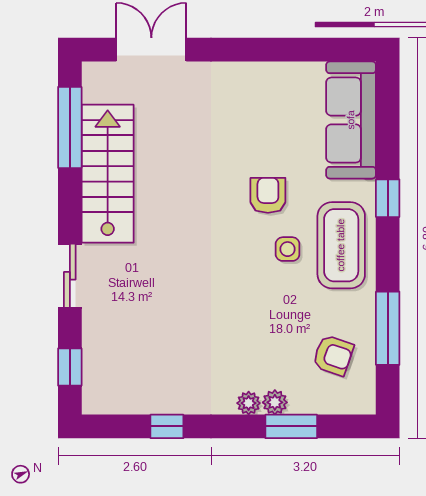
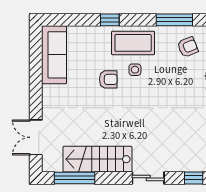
sofa: (351, 120) -> (54, 55), moved, turned -90
armchair: (268, 195) -> (108, 79), turned 180
armchair: (333, 355) -> (188, 47), turned 49

